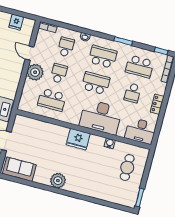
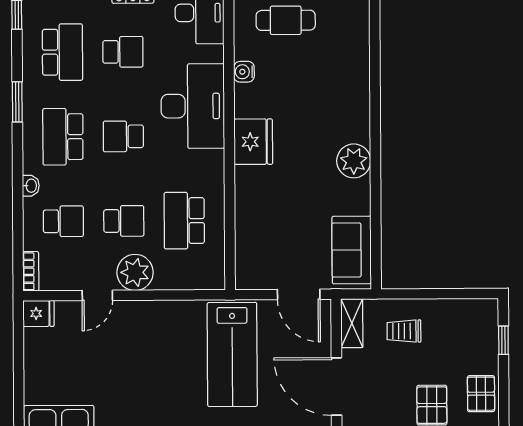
fridge: (16, 22) -> (39, 313), moved
school desk: (66, 47) -> (63, 221), turned 180
school desk: (59, 73) -> (124, 221), turned 180
school desk: (96, 83) -> (123, 136), width x0.54
school desk: (52, 100) -> (184, 221), turned 180

